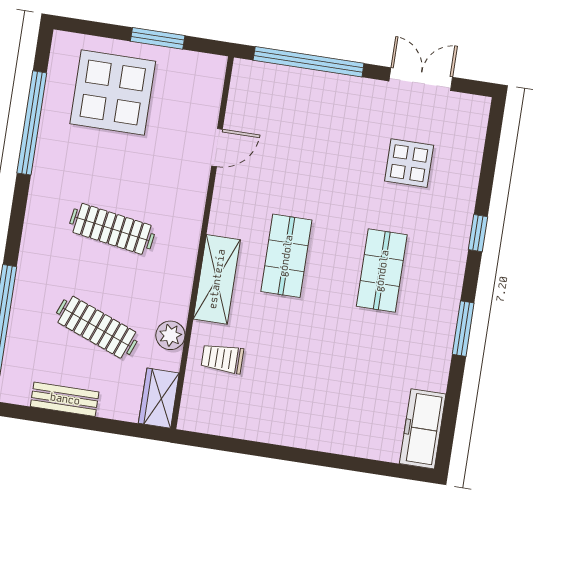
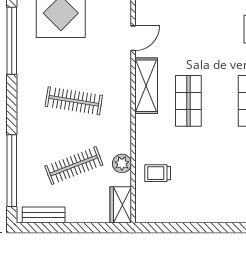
shelving: (217, 279) -> (146, 86), moved
clothes rail: (97, 327) -> (74, 166), turned -42
bench: (65, 399) -> (44, 215), moved

